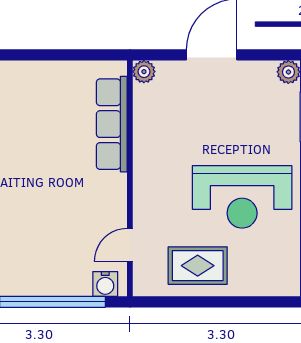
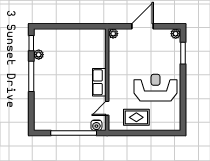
row of seats: (112, 124) -> (99, 82), moved, width x0.68
reception desk: (242, 197) -> (156, 88), turned 180

